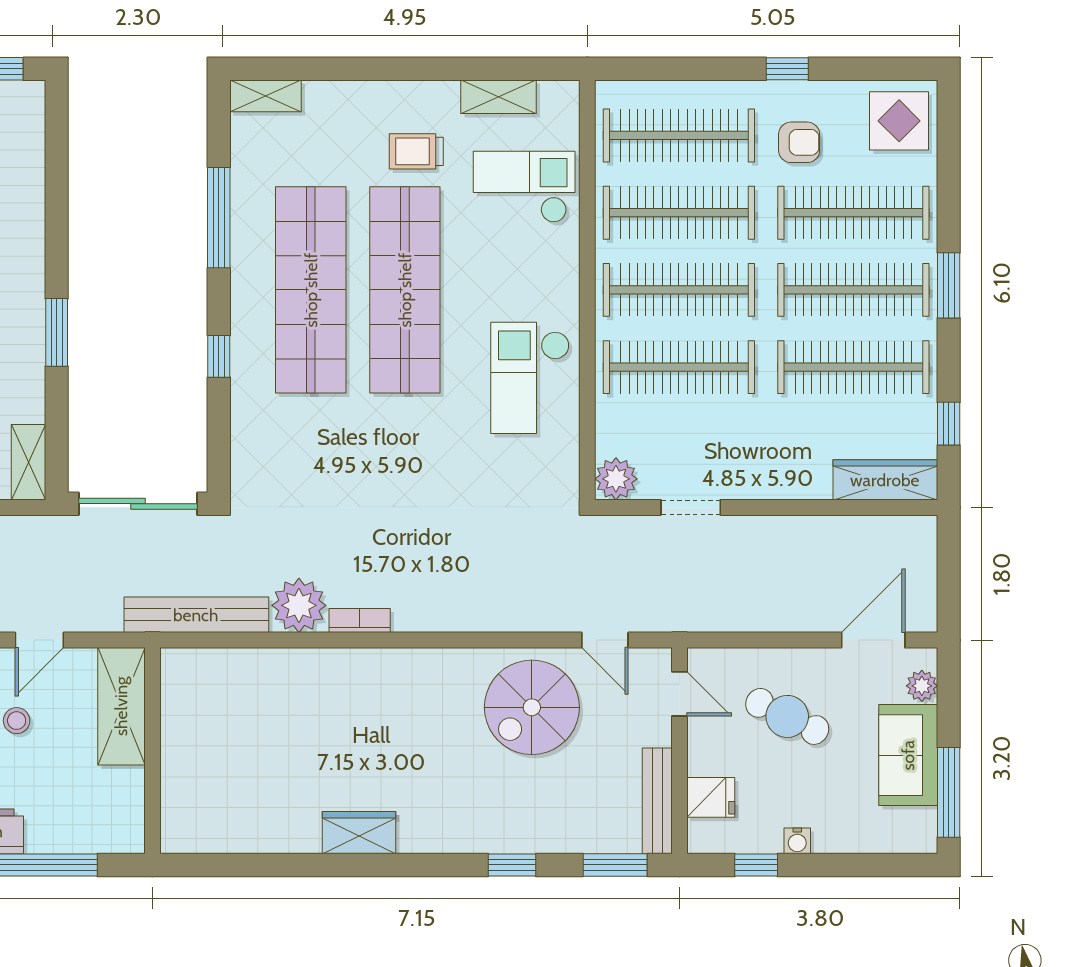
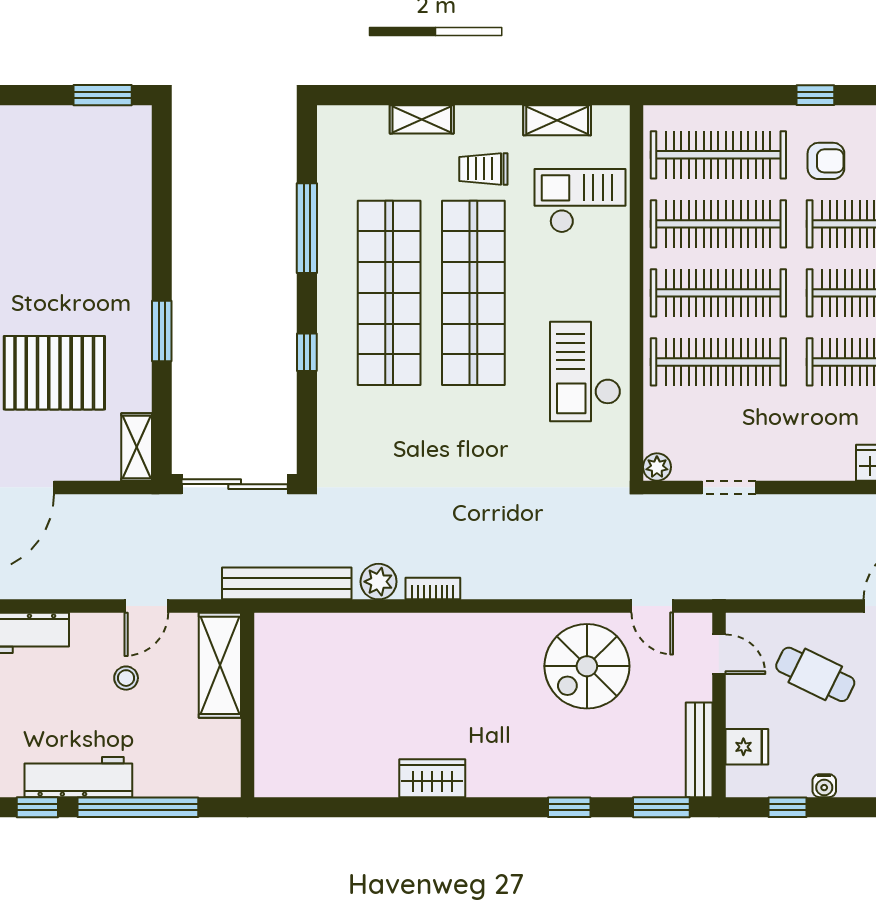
shelving: (265, 96) -> (422, 119), moved
plant: (616, 479) -> (657, 467), width x0.73, depth x0.73
plant: (299, 605) -> (379, 582), width x0.73, depth x0.73

